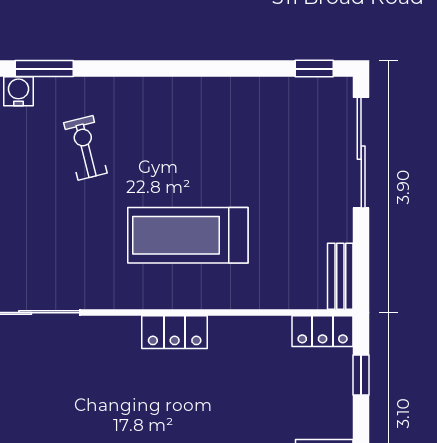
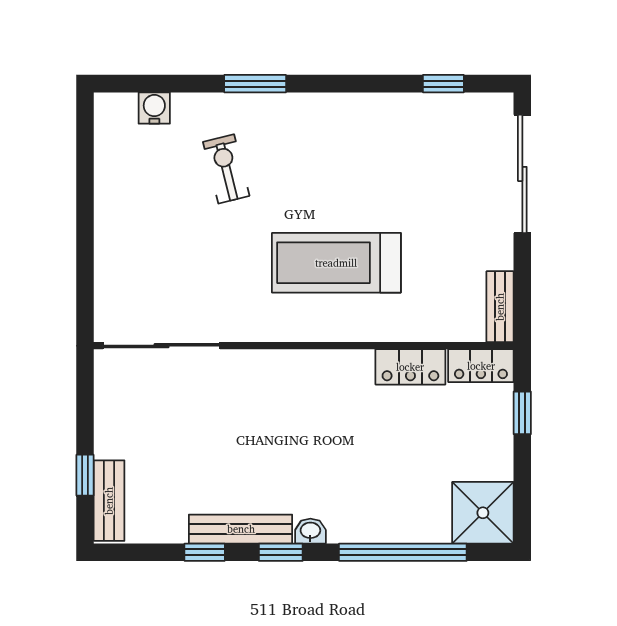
window: (44, 69) -> (255, 84), moved
window: (314, 69) -> (443, 84), moved
locker: (175, 332) -> (410, 367), moved

